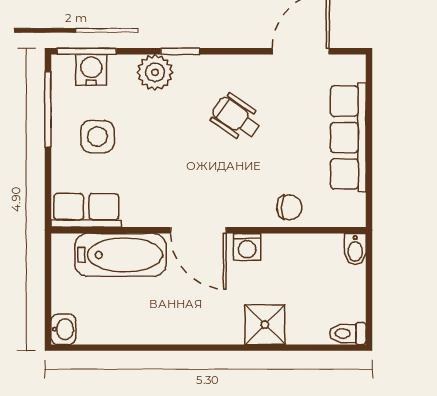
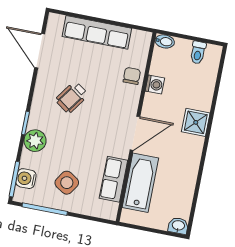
side table: (97, 137) -> (67, 183), turned 33
row of seats: (86, 210) -> (113, 179), moved
washing machine: (247, 247) -> (155, 84), moved
shower: (265, 325) -> (196, 122), moved
toilet: (348, 333) -> (198, 53), moved

